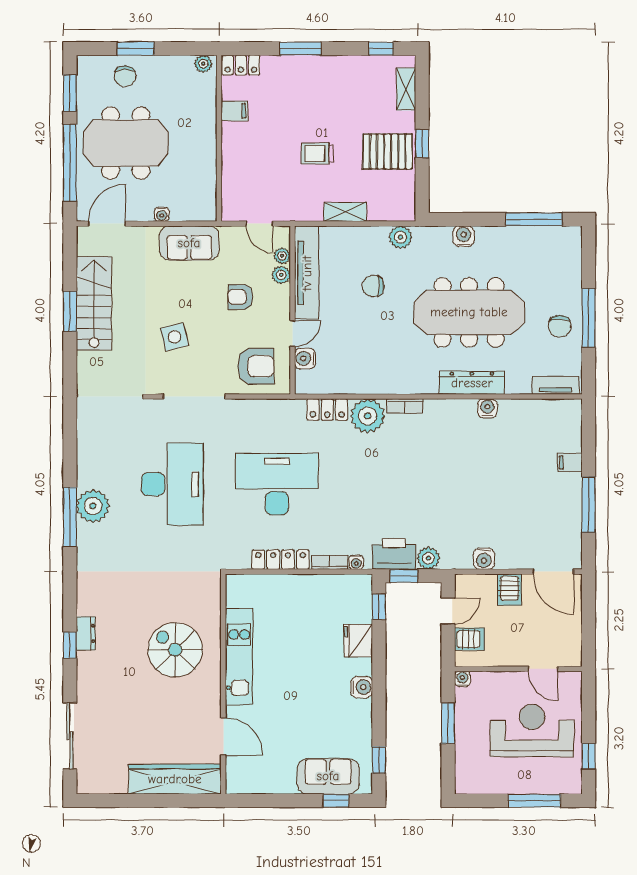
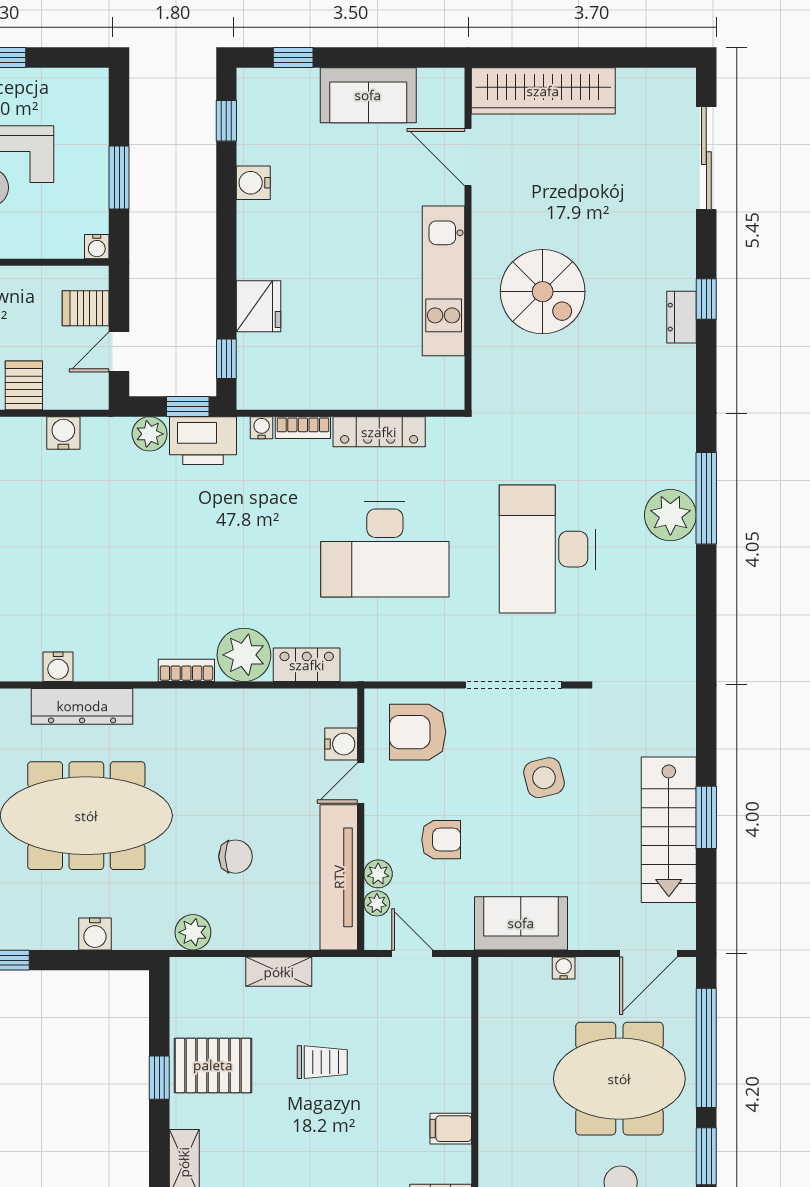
water cooler: (362, 687) -> (253, 183), moved
sofa: (328, 776) -> (368, 95), moved

